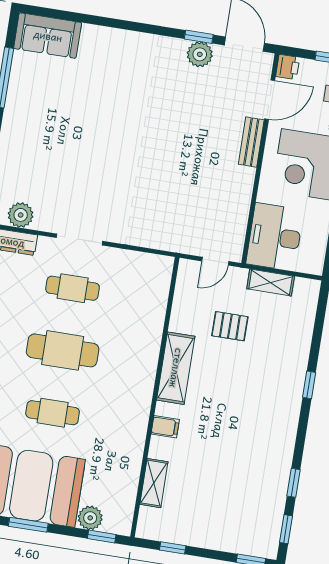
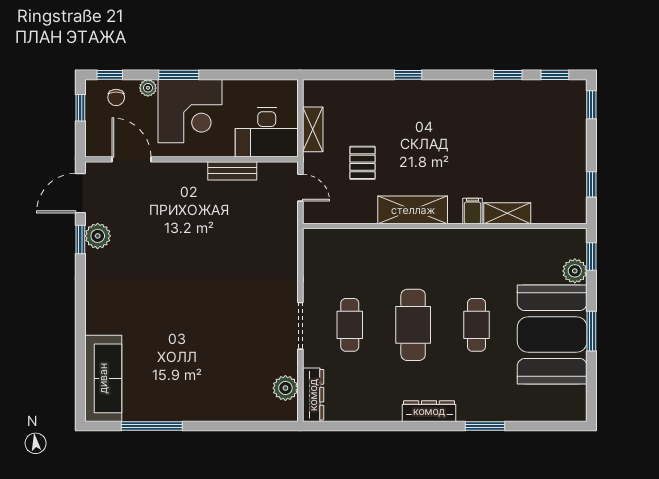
sofa: (48, 36) -> (103, 378), width x1.36
printer: (288, 67) -> (96, 147), removed
bench: (251, 142) -> (232, 171), moved
shelving: (154, 483) -> (507, 213), moved

